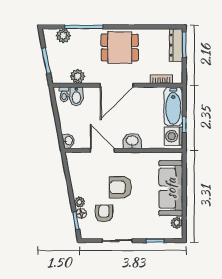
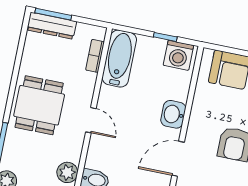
door: (117, 85) -> (91, 120), width x0.53
bathtub: (173, 106) -> (119, 59), moved, turned -90

